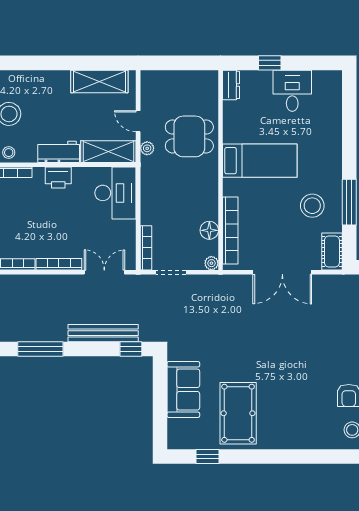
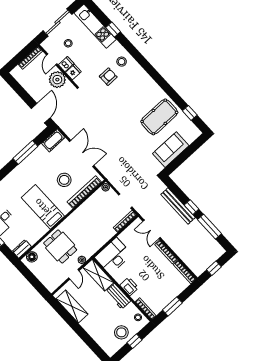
stool: (312, 206) -> (64, 180), moved
floor lamp: (209, 230) -> (32, 257), moved
window: (131, 349) -> (191, 207), moved

